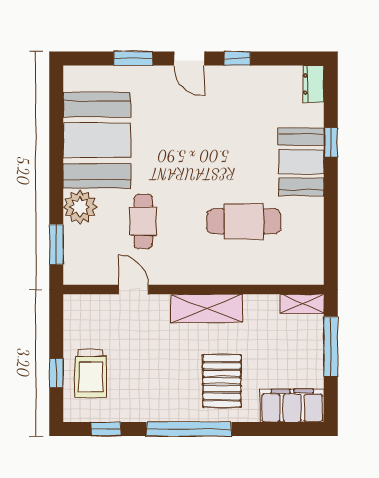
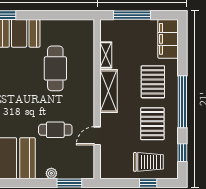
plant: (80, 207) -> (51, 173), width x0.53, depth x0.53
shelving: (302, 304) -> (106, 55), moved
pallet: (153, 380) -> (152, 124), added
pallet: (222, 381) -> (153, 82), turned 90

